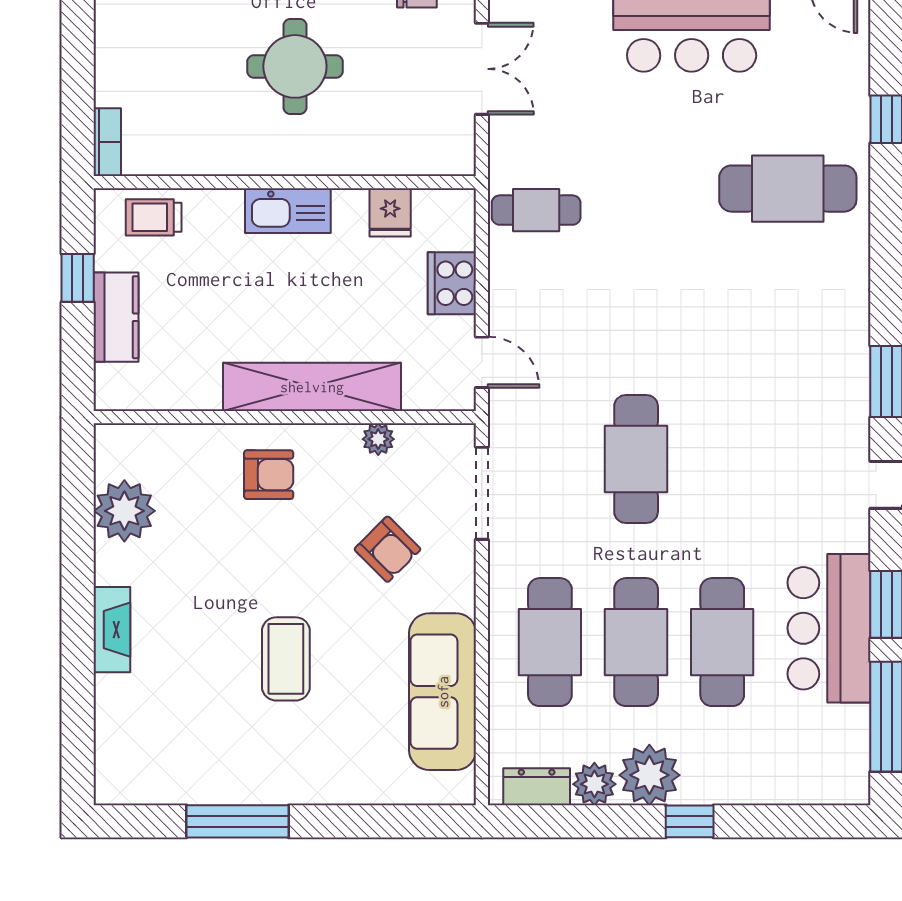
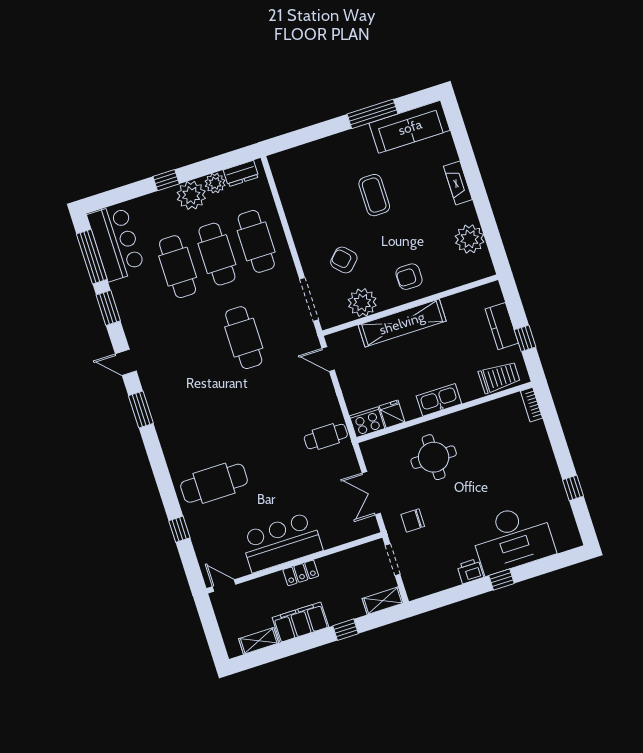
round table: (295, 66) -> (434, 457), moved
trolley: (154, 217) -> (499, 377), width x1.36, depth x1.39
cooker: (452, 283) -> (367, 422), moved, turned -90
plant: (378, 439) -> (362, 303), width x1.88, depth x1.88
bar counter: (829, 628) -> (116, 242), moved
sofa: (443, 692) -> (410, 127), moved, turned 90

